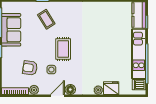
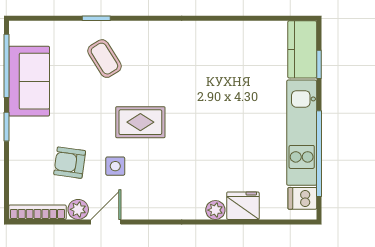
rug: (63, 49) -> (140, 122), turned 90
floor lamp: (70, 90) -> (156, 209), removed
door: (57, 96) -> (106, 222), moved

